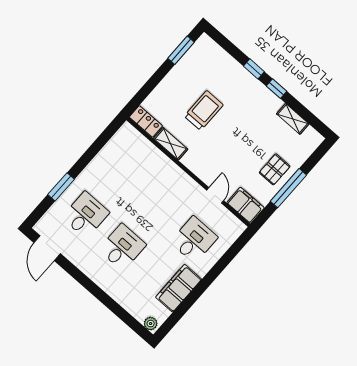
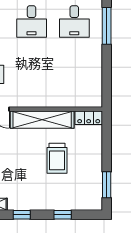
window: (254, 69) -> (63, 215), moved
shelving: (171, 144) -> (42, 120), width x2.20, depth x1.33
window: (61, 187) -> (107, 26), width x1.44

